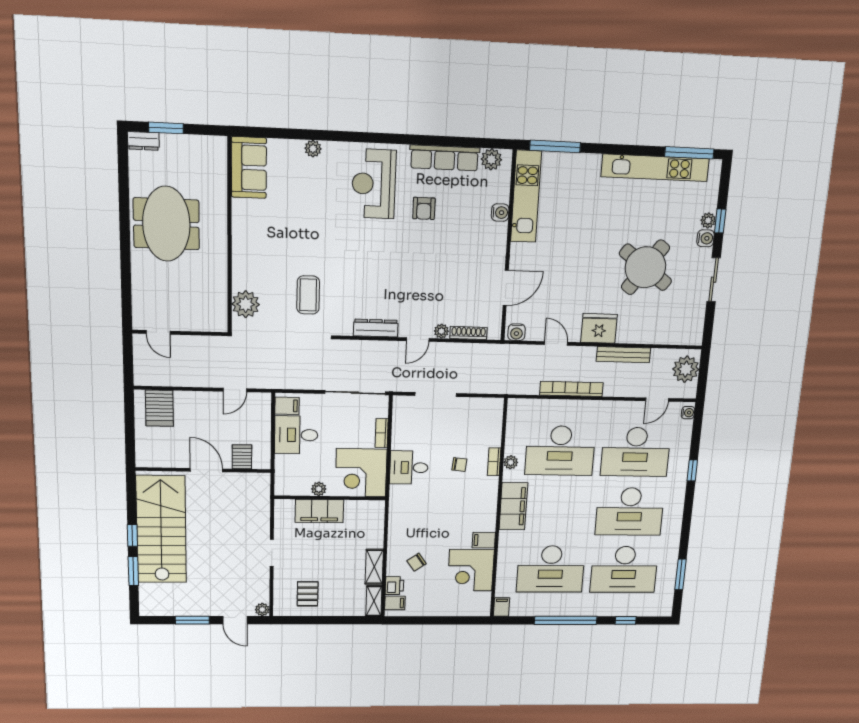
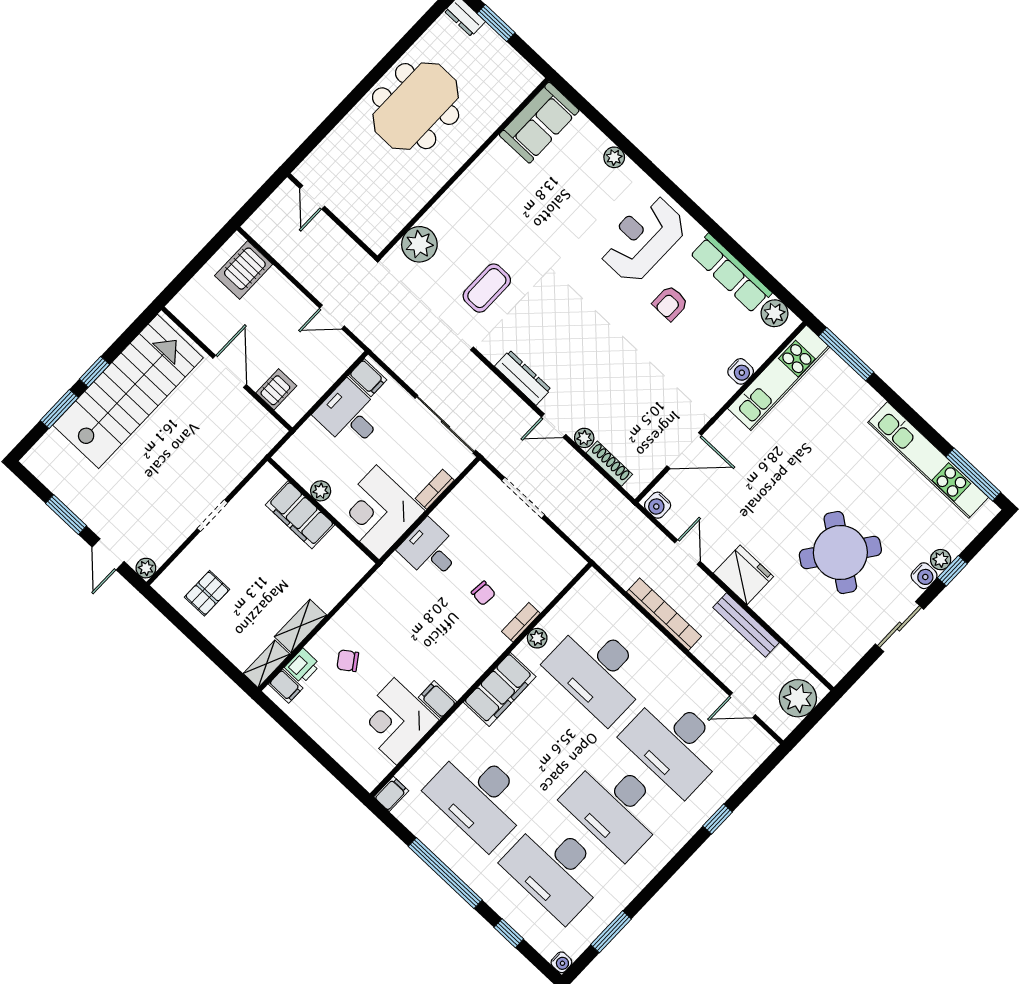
water cooler: (688, 413) -> (561, 962), moved

